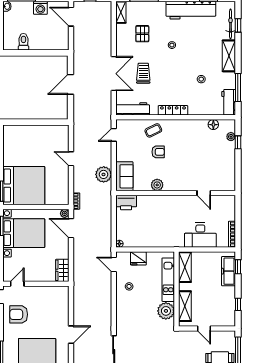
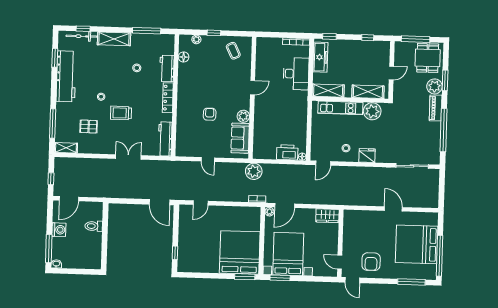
toilet: (23, 42) -> (94, 226), moved
trolley: (143, 73) -> (121, 113), moved
double door: (114, 74) -> (128, 157), width x0.73
door: (70, 84) -> (160, 202), moved
workbench: (229, 102) -> (167, 69), moved, turned 90
window: (21, 122) -> (175, 253), added
coffee table: (153, 130) -> (233, 51), moved
door: (114, 135) -> (208, 160), moved
window: (238, 142) -> (214, 33), moved
door: (71, 159) -> (201, 203), moved
plant: (104, 174) -> (254, 171), moved
sofa: (124, 176) -> (240, 138), moved, turned -90
door: (204, 193) -> (253, 88), moved
printer: (126, 203) -> (287, 152), moved, turned -90
fridge: (138, 258) -> (367, 155), moved, turned -90
freezer: (228, 271) -> (320, 57), moved, turned -90

